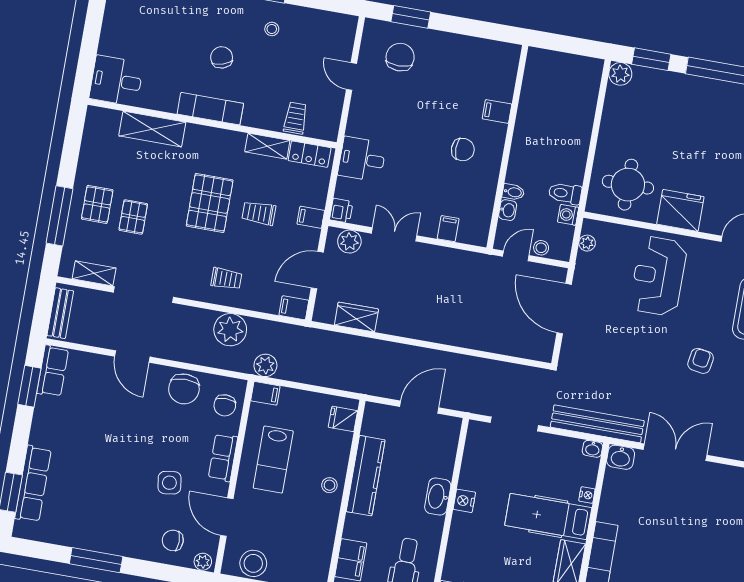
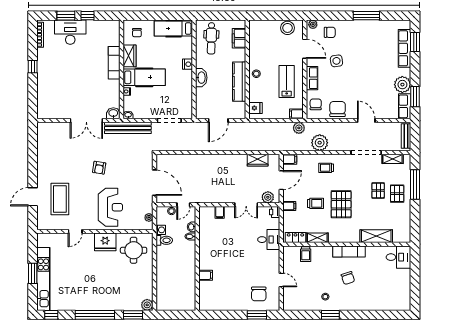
chair: (463, 150) -> (219, 253), removed
armchair: (701, 361) -> (99, 168), moved
plant: (50, 414) -> (402, 85), added
nightstand: (464, 501) -> (188, 64), moved

